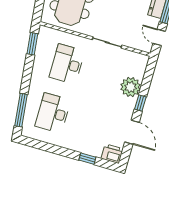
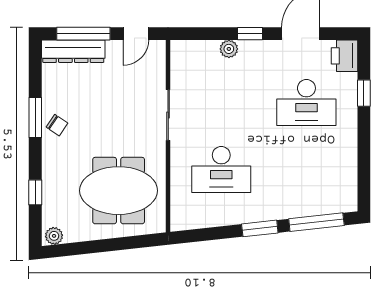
window: (32, 44) -> (260, 228), moved
plant: (131, 87) -> (229, 49), width x0.53, depth x0.53
desk: (53, 113) -> (306, 103), moved

